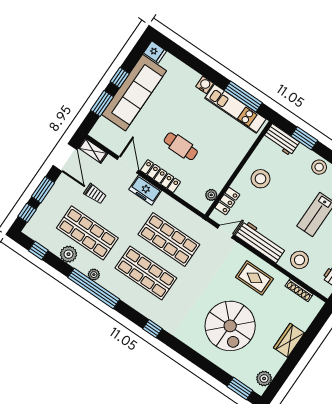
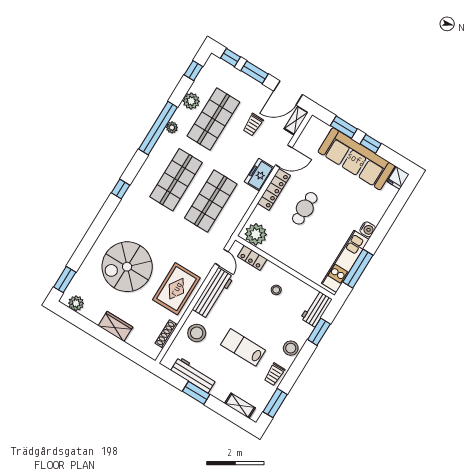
stool: (260, 179) -> (276, 290), width x0.53, depth x0.53
plant: (211, 195) -> (256, 234), width x1.88, depth x1.88
rug: (254, 278) -> (176, 289), width x1.36, depth x1.43

